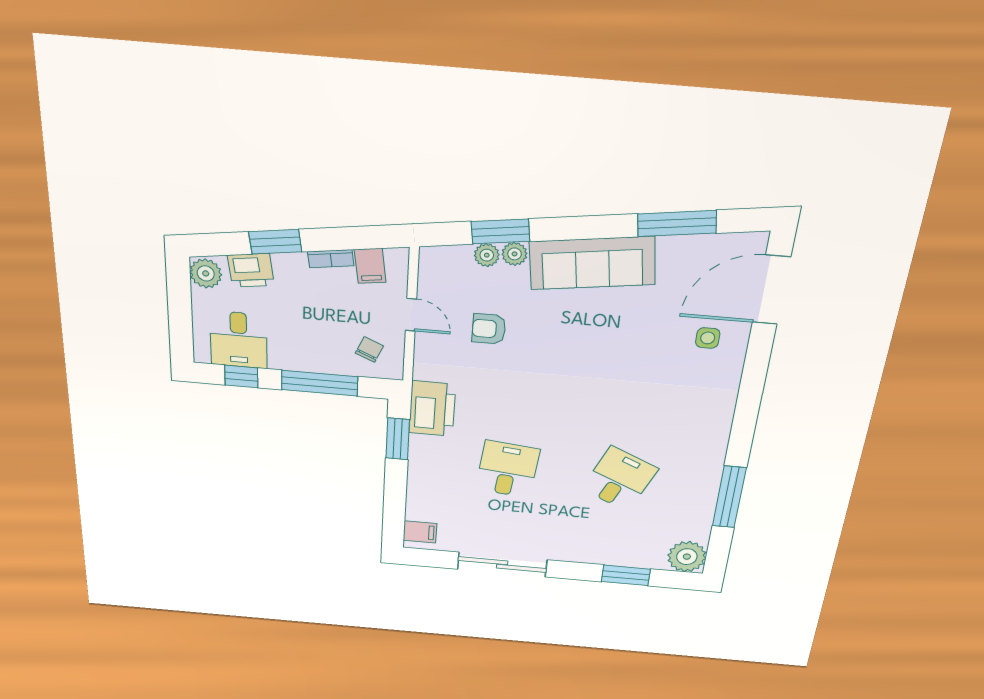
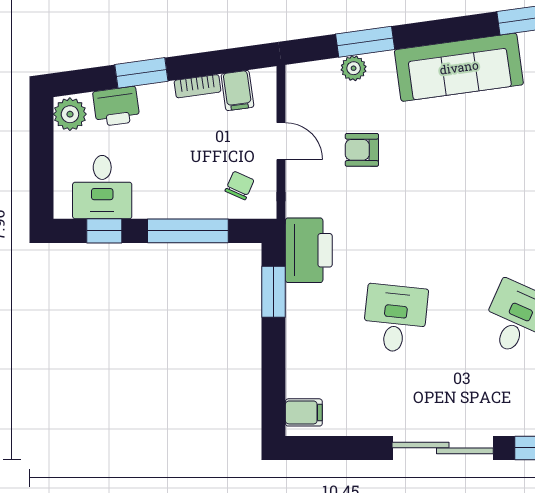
plant: (515, 254) -> (381, 64), removed
sliding door: (502, 565) -> (443, 448), moved

